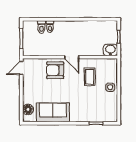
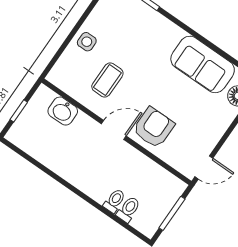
washbasin: (110, 50) -> (63, 111), moved
door: (72, 57) -> (114, 130), hinge flipped
armchair: (55, 70) -> (154, 128), turned -90

